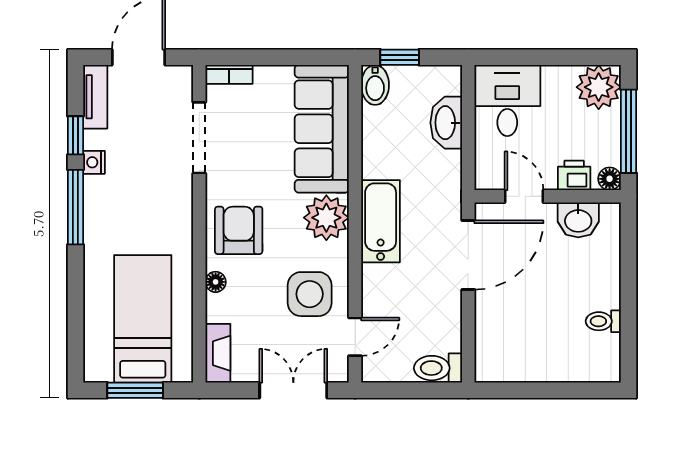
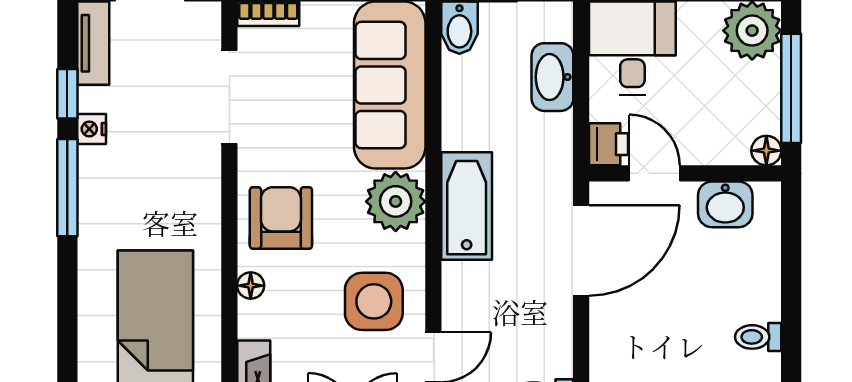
printer: (574, 175) -> (608, 144), moved, turned 90

